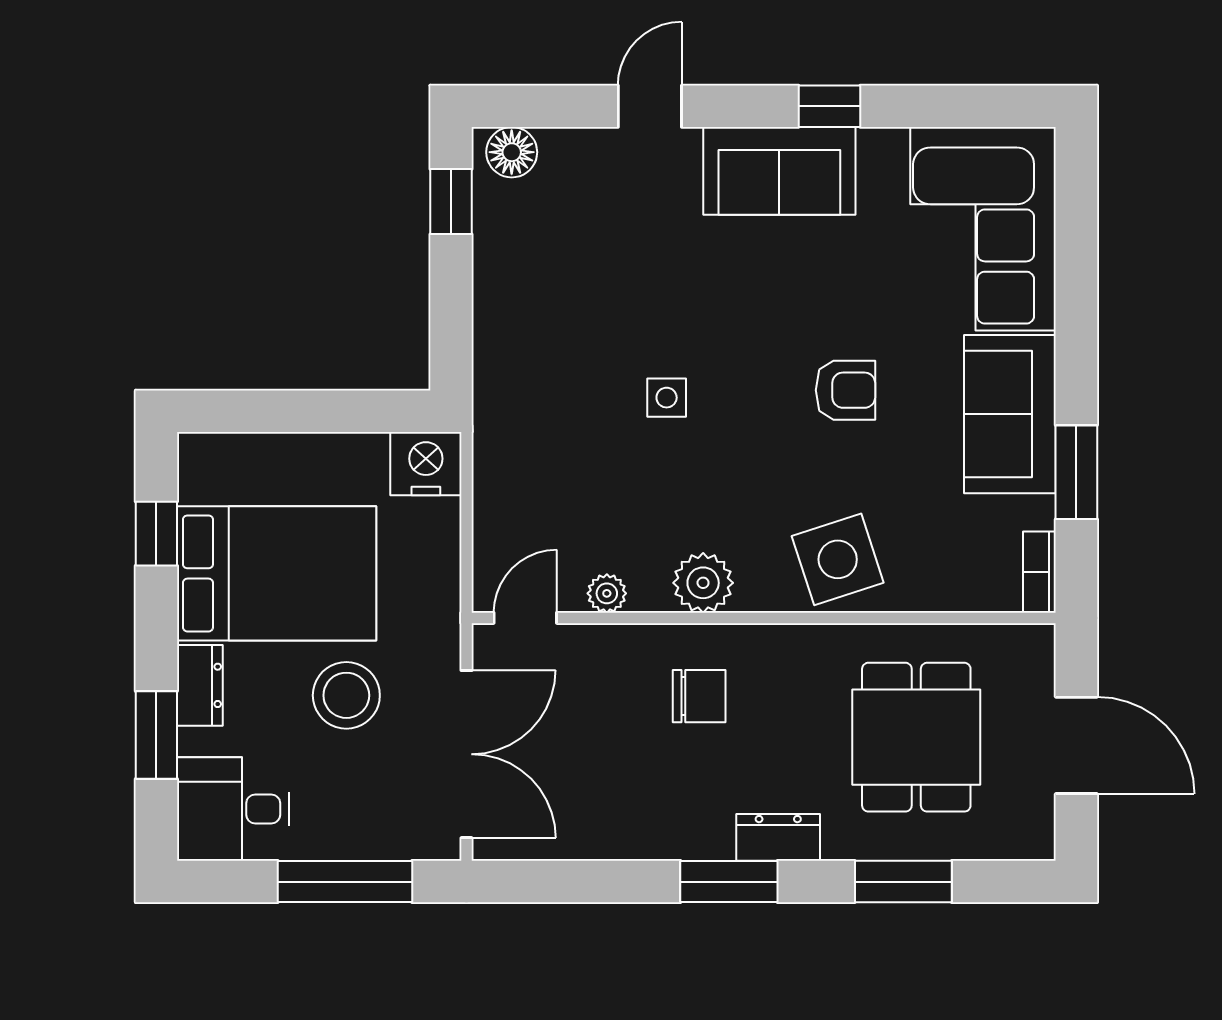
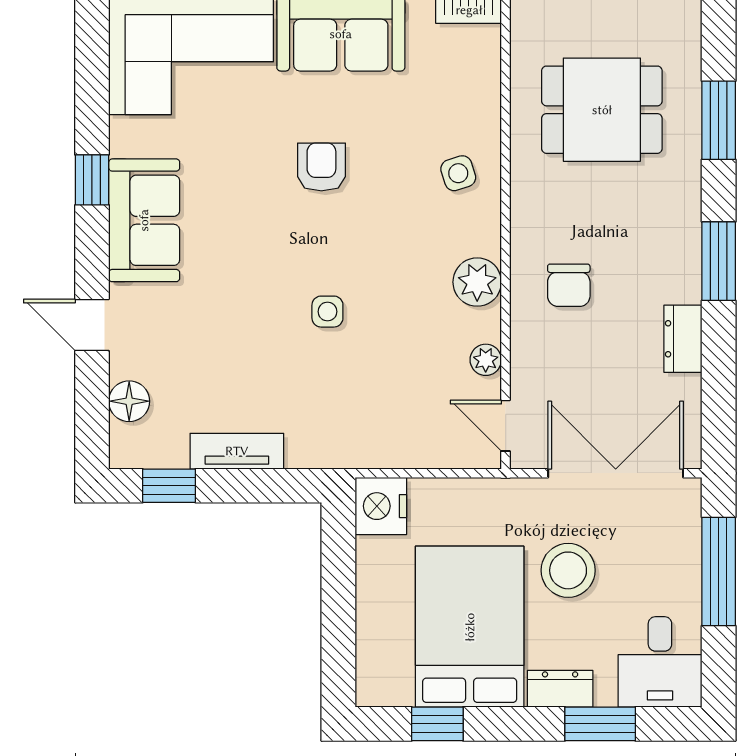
floor lamp: (512, 152) -> (129, 401), moved
tv unit: (494, 285) -> (237, 451), added
side table: (838, 559) -> (458, 173), width x0.54, depth x0.54
chair: (699, 696) -> (569, 285), turned 180
dresser: (778, 837) -> (683, 339), moved

